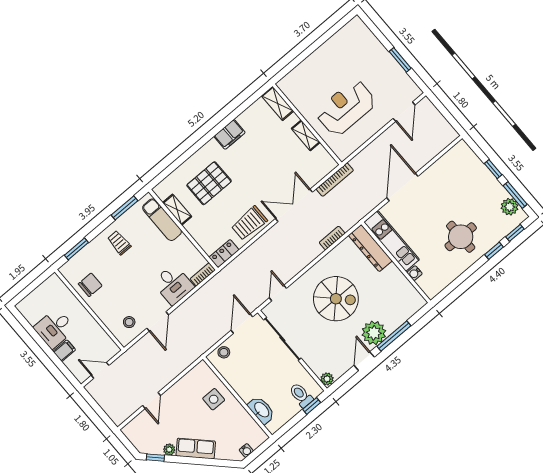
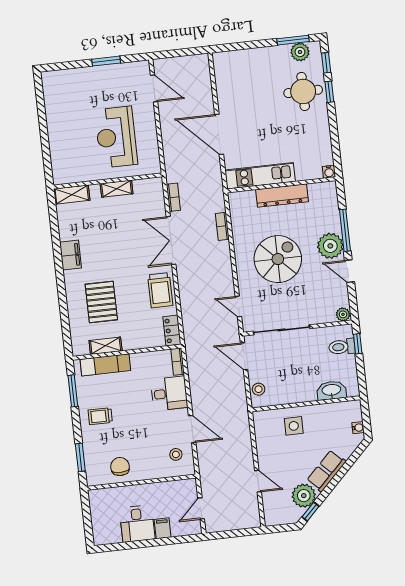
window: (493, 169) -> (257, 44), removed
bookcase: (335, 180) -> (173, 197), width x0.64
round table: (461, 237) -> (303, 91), moved
dresser: (370, 248) -> (282, 196), moved
water cooler: (415, 273) -> (329, 172), moved
plant: (169, 450) -> (304, 496), width x1.88, depth x1.88

